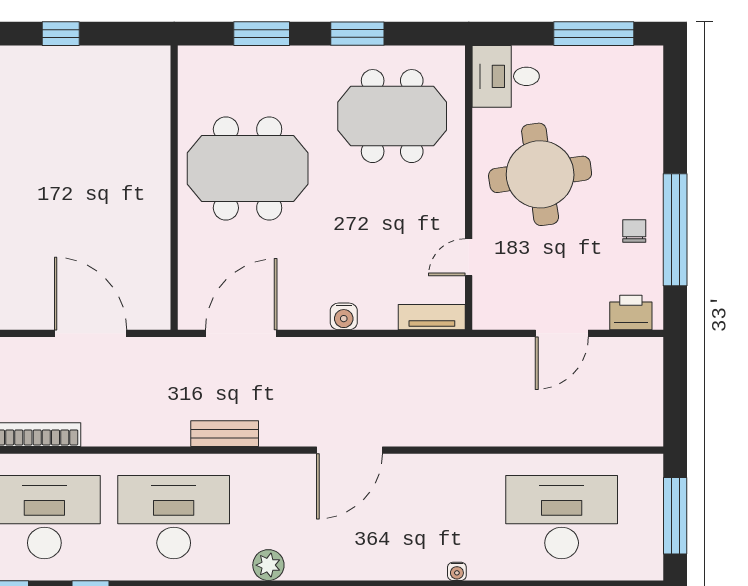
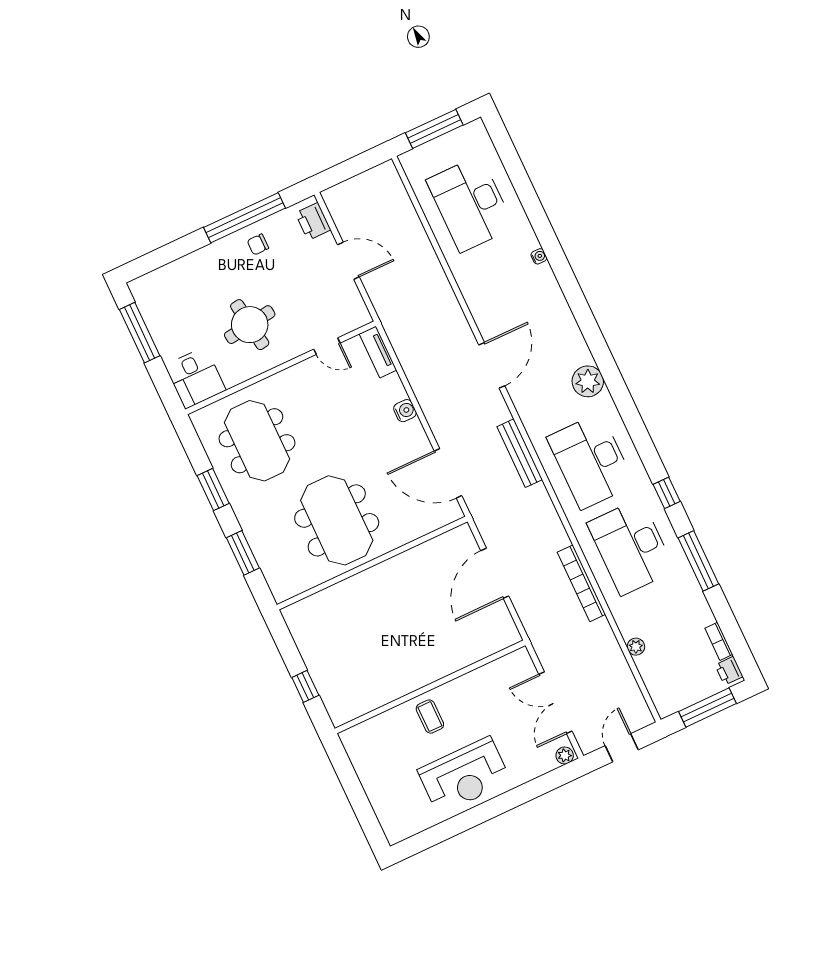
round table: (540, 174) -> (250, 325), width x0.73, depth x0.73
bench: (225, 434) -> (520, 453), width x1.36
door: (349, 450) -> (492, 365), hinge flipped
plant: (268, 565) -> (588, 381), width x1.36, depth x1.36

